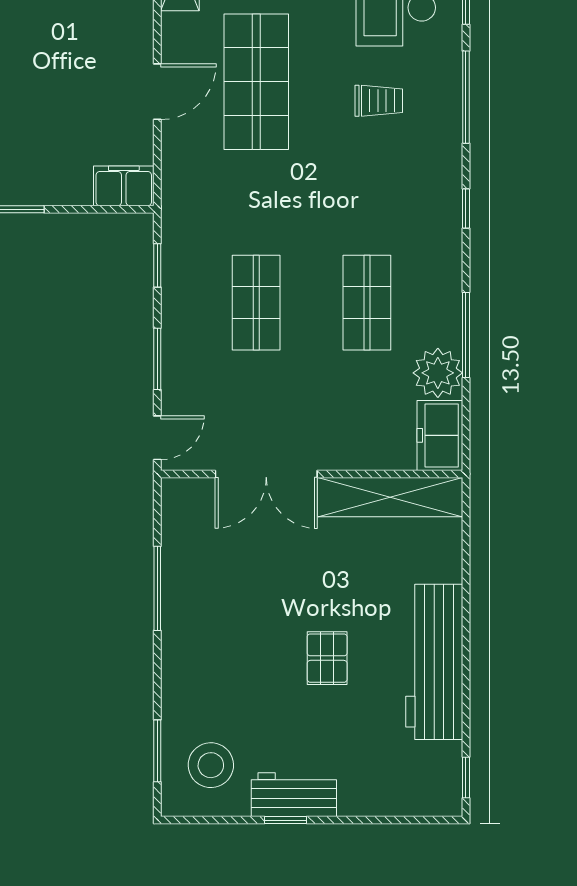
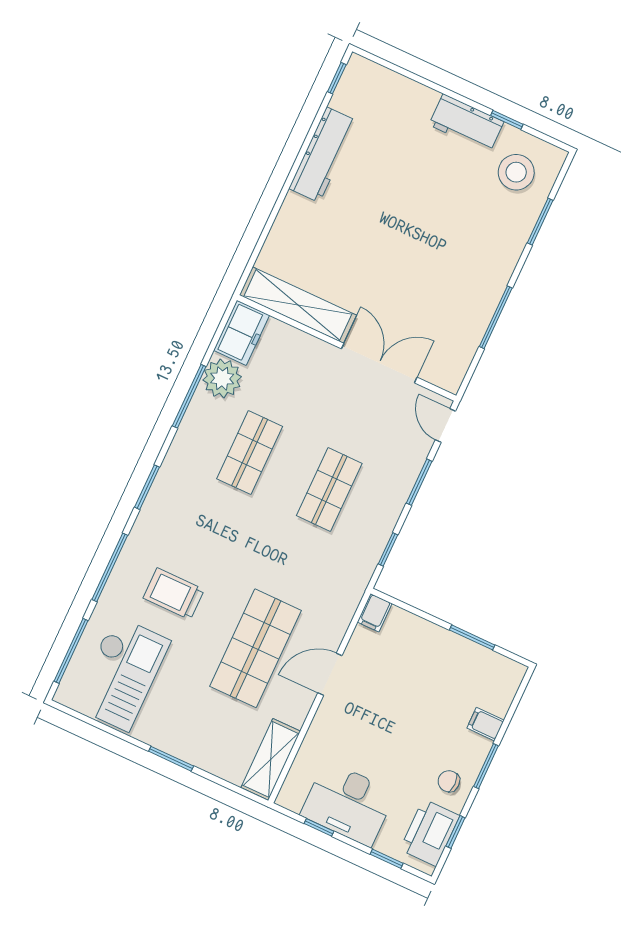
trolley: (379, 101) -> (174, 594), width x1.36, depth x1.39
filing cabinet: (124, 186) -> (375, 613), width x0.50
window: (466, 209) -> (147, 487), width x1.50
door: (157, 438) -> (445, 425), hinge flipped
pallet: (327, 658) -> (397, 210), removed
workbench: (434, 662) -> (323, 155), width x0.73, depth x0.76
window: (157, 751) -> (540, 222), moved
window: (286, 820) -> (507, 120), moved

